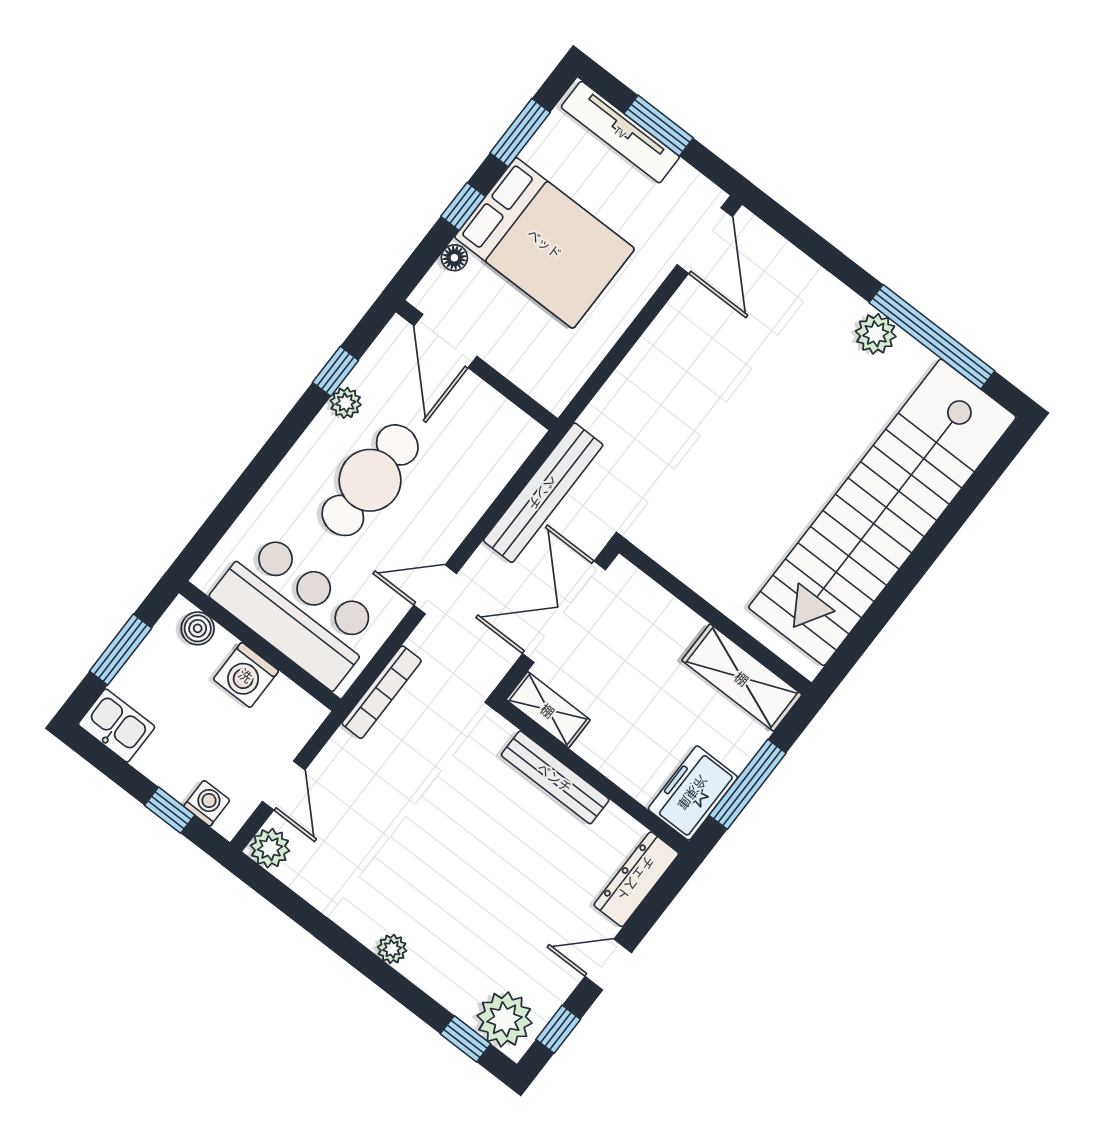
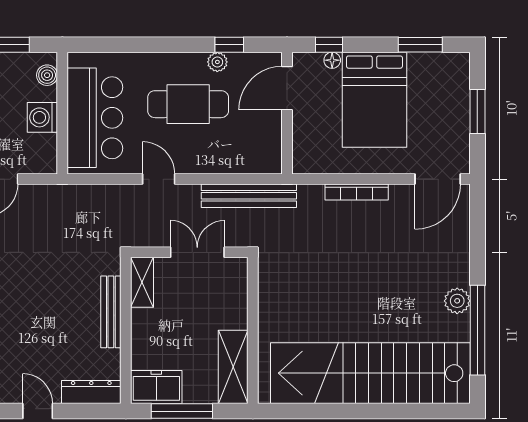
tv unit: (620, 132) -> (459, 95), removed
window: (463, 206) -> (329, 45), moved
double door: (564, 612) -> (197, 252), width x0.73
bookcase: (382, 692) -> (357, 192), moved

